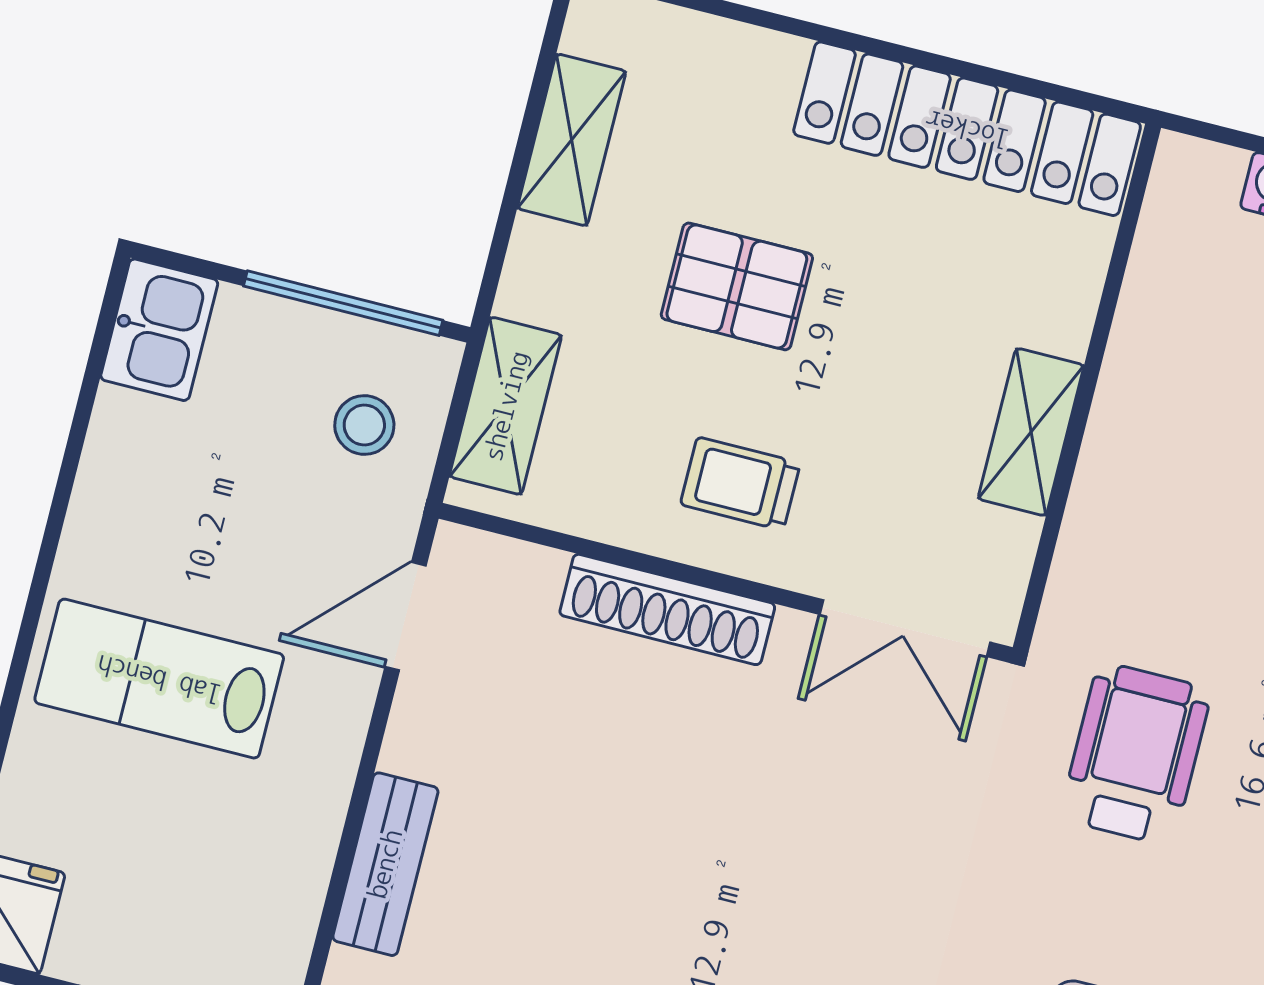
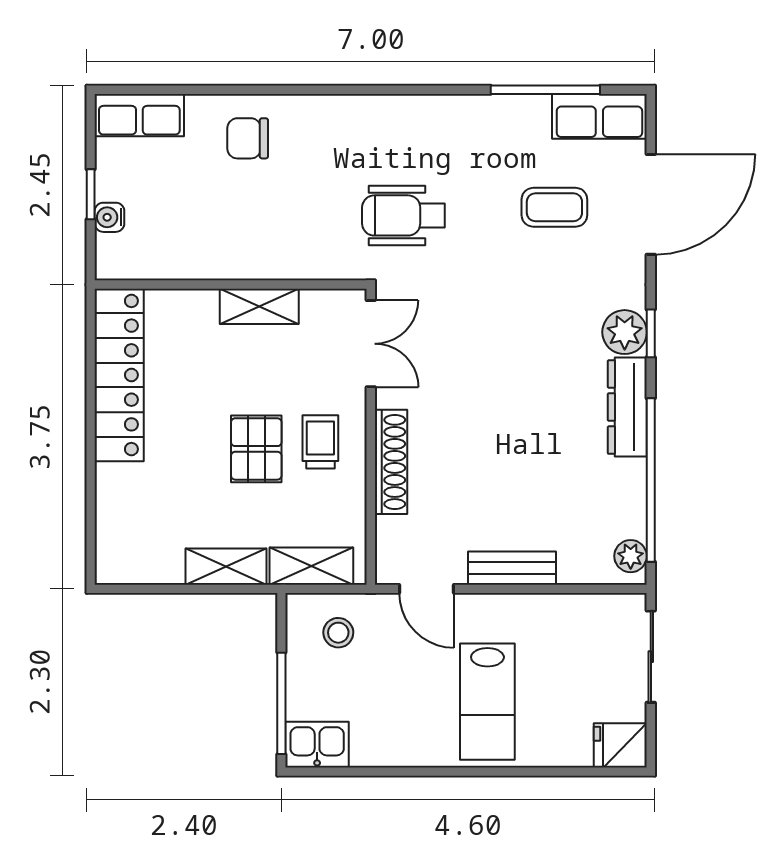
shelving: (572, 140) -> (226, 567), moved
pallet: (737, 286) -> (256, 449), moved
window: (343, 303) -> (281, 703), moved
trolley: (740, 484) -> (320, 442), turned 180
bench: (385, 864) -> (512, 568), moved

